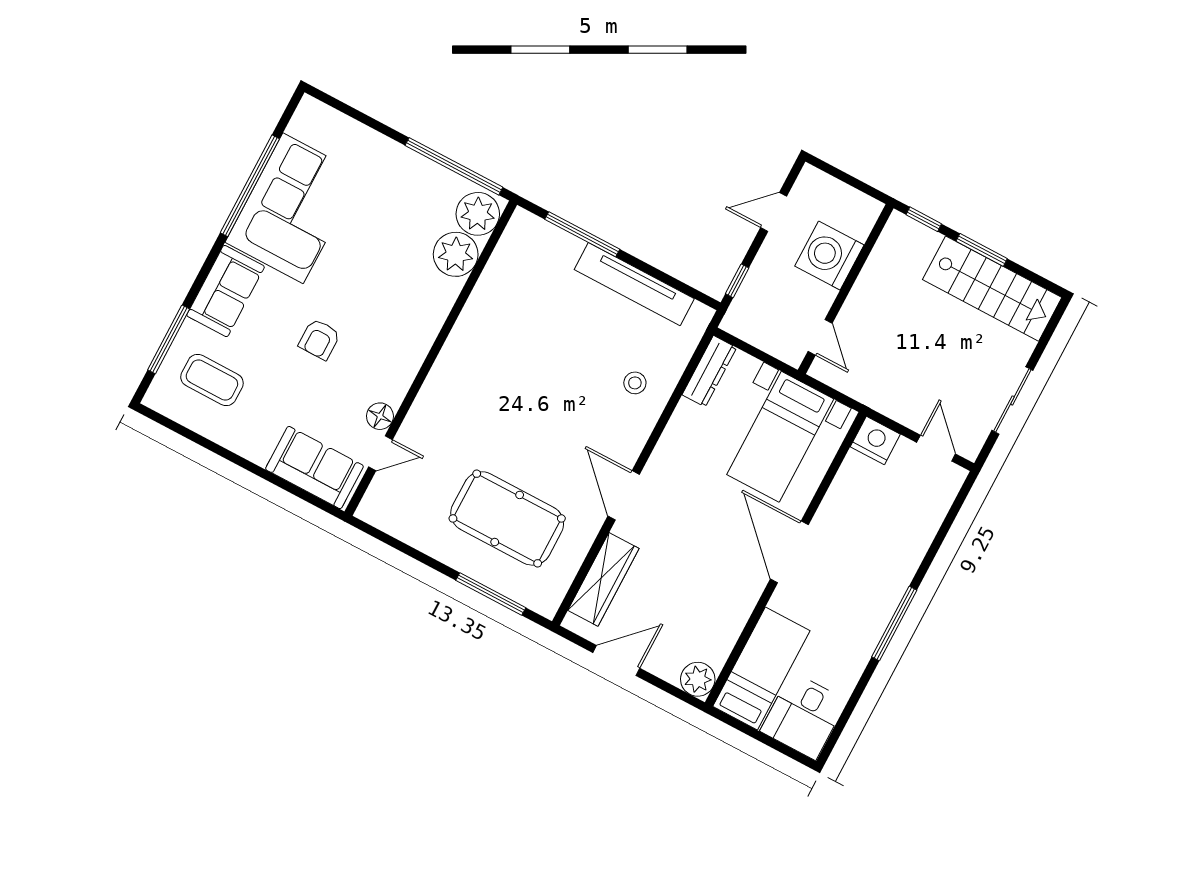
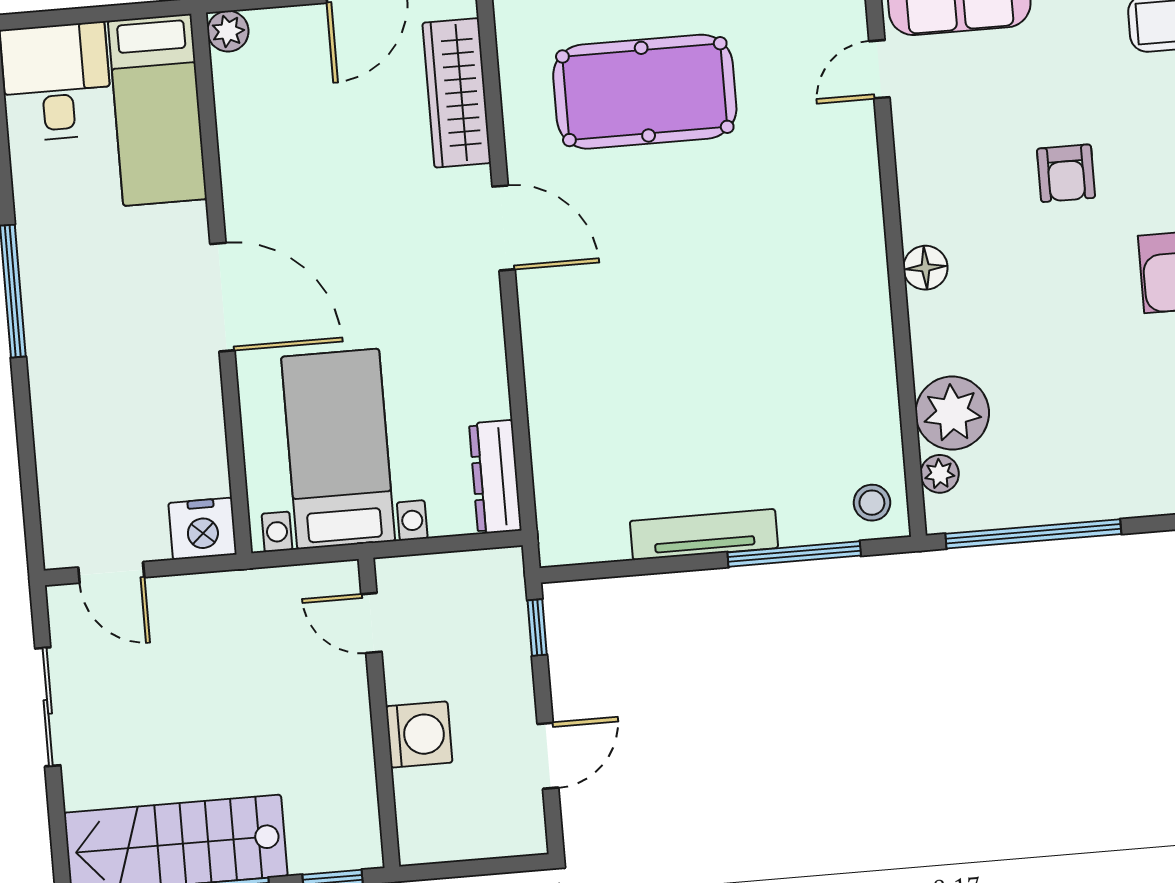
plant: (478, 214) -> (940, 474), width x0.53, depth x0.53
washing machine: (829, 256) -> (419, 734), width x0.73, depth x0.73
tv unit: (634, 284) -> (704, 534), width x0.73, depth x0.78
armchair: (319, 339) -> (1066, 173), turned 180
stool: (635, 383) -> (872, 503), moved
floor lamp: (380, 416) -> (925, 268), moved
plant: (698, 679) -> (228, 31), width x0.73, depth x0.73

